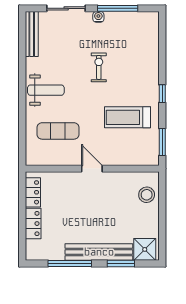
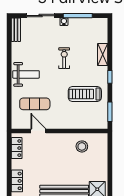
bench: (32, 34) -> (16, 30), width x0.73
shelving: (152, 63) -> (103, 55), added
door: (92, 169) -> (38, 131), moved
stool: (147, 195) -> (82, 146), moved
locker: (33, 224) -> (17, 181), moved

